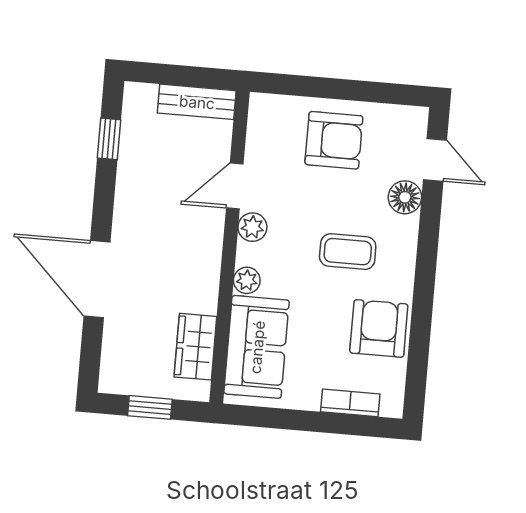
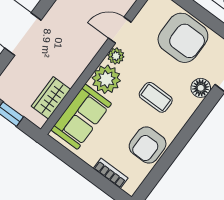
armchair: (334, 140) -> (183, 38), width x1.36, depth x1.36
plant: (247, 280) -> (106, 79), width x1.88, depth x1.88
armchair: (379, 328) -> (148, 145), turned 180

